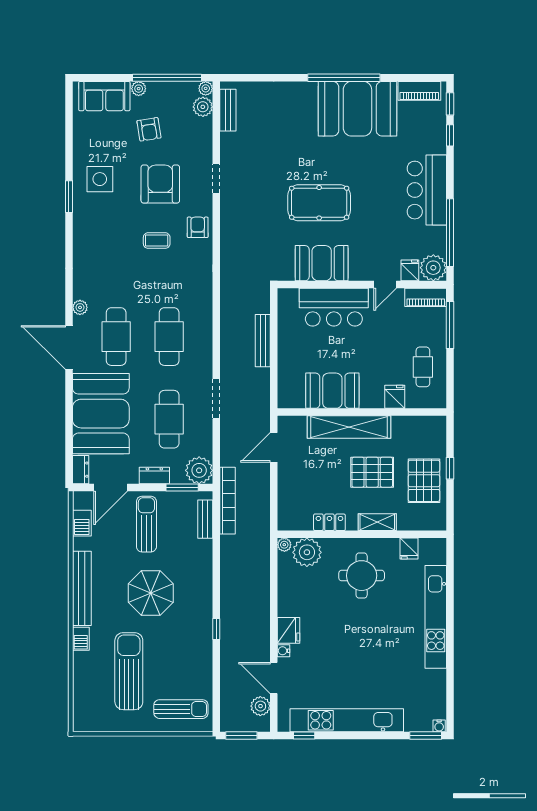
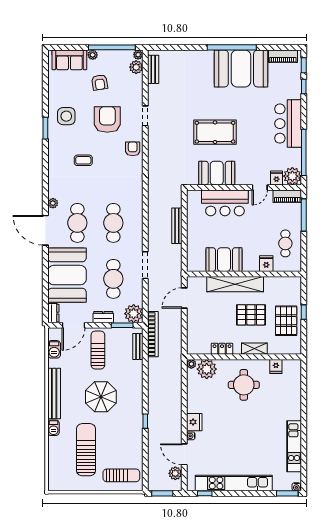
coffee table: (157, 241) -> (83, 160), moved
kitchen unit: (436, 617) -> (294, 446), moved, width x0.73

